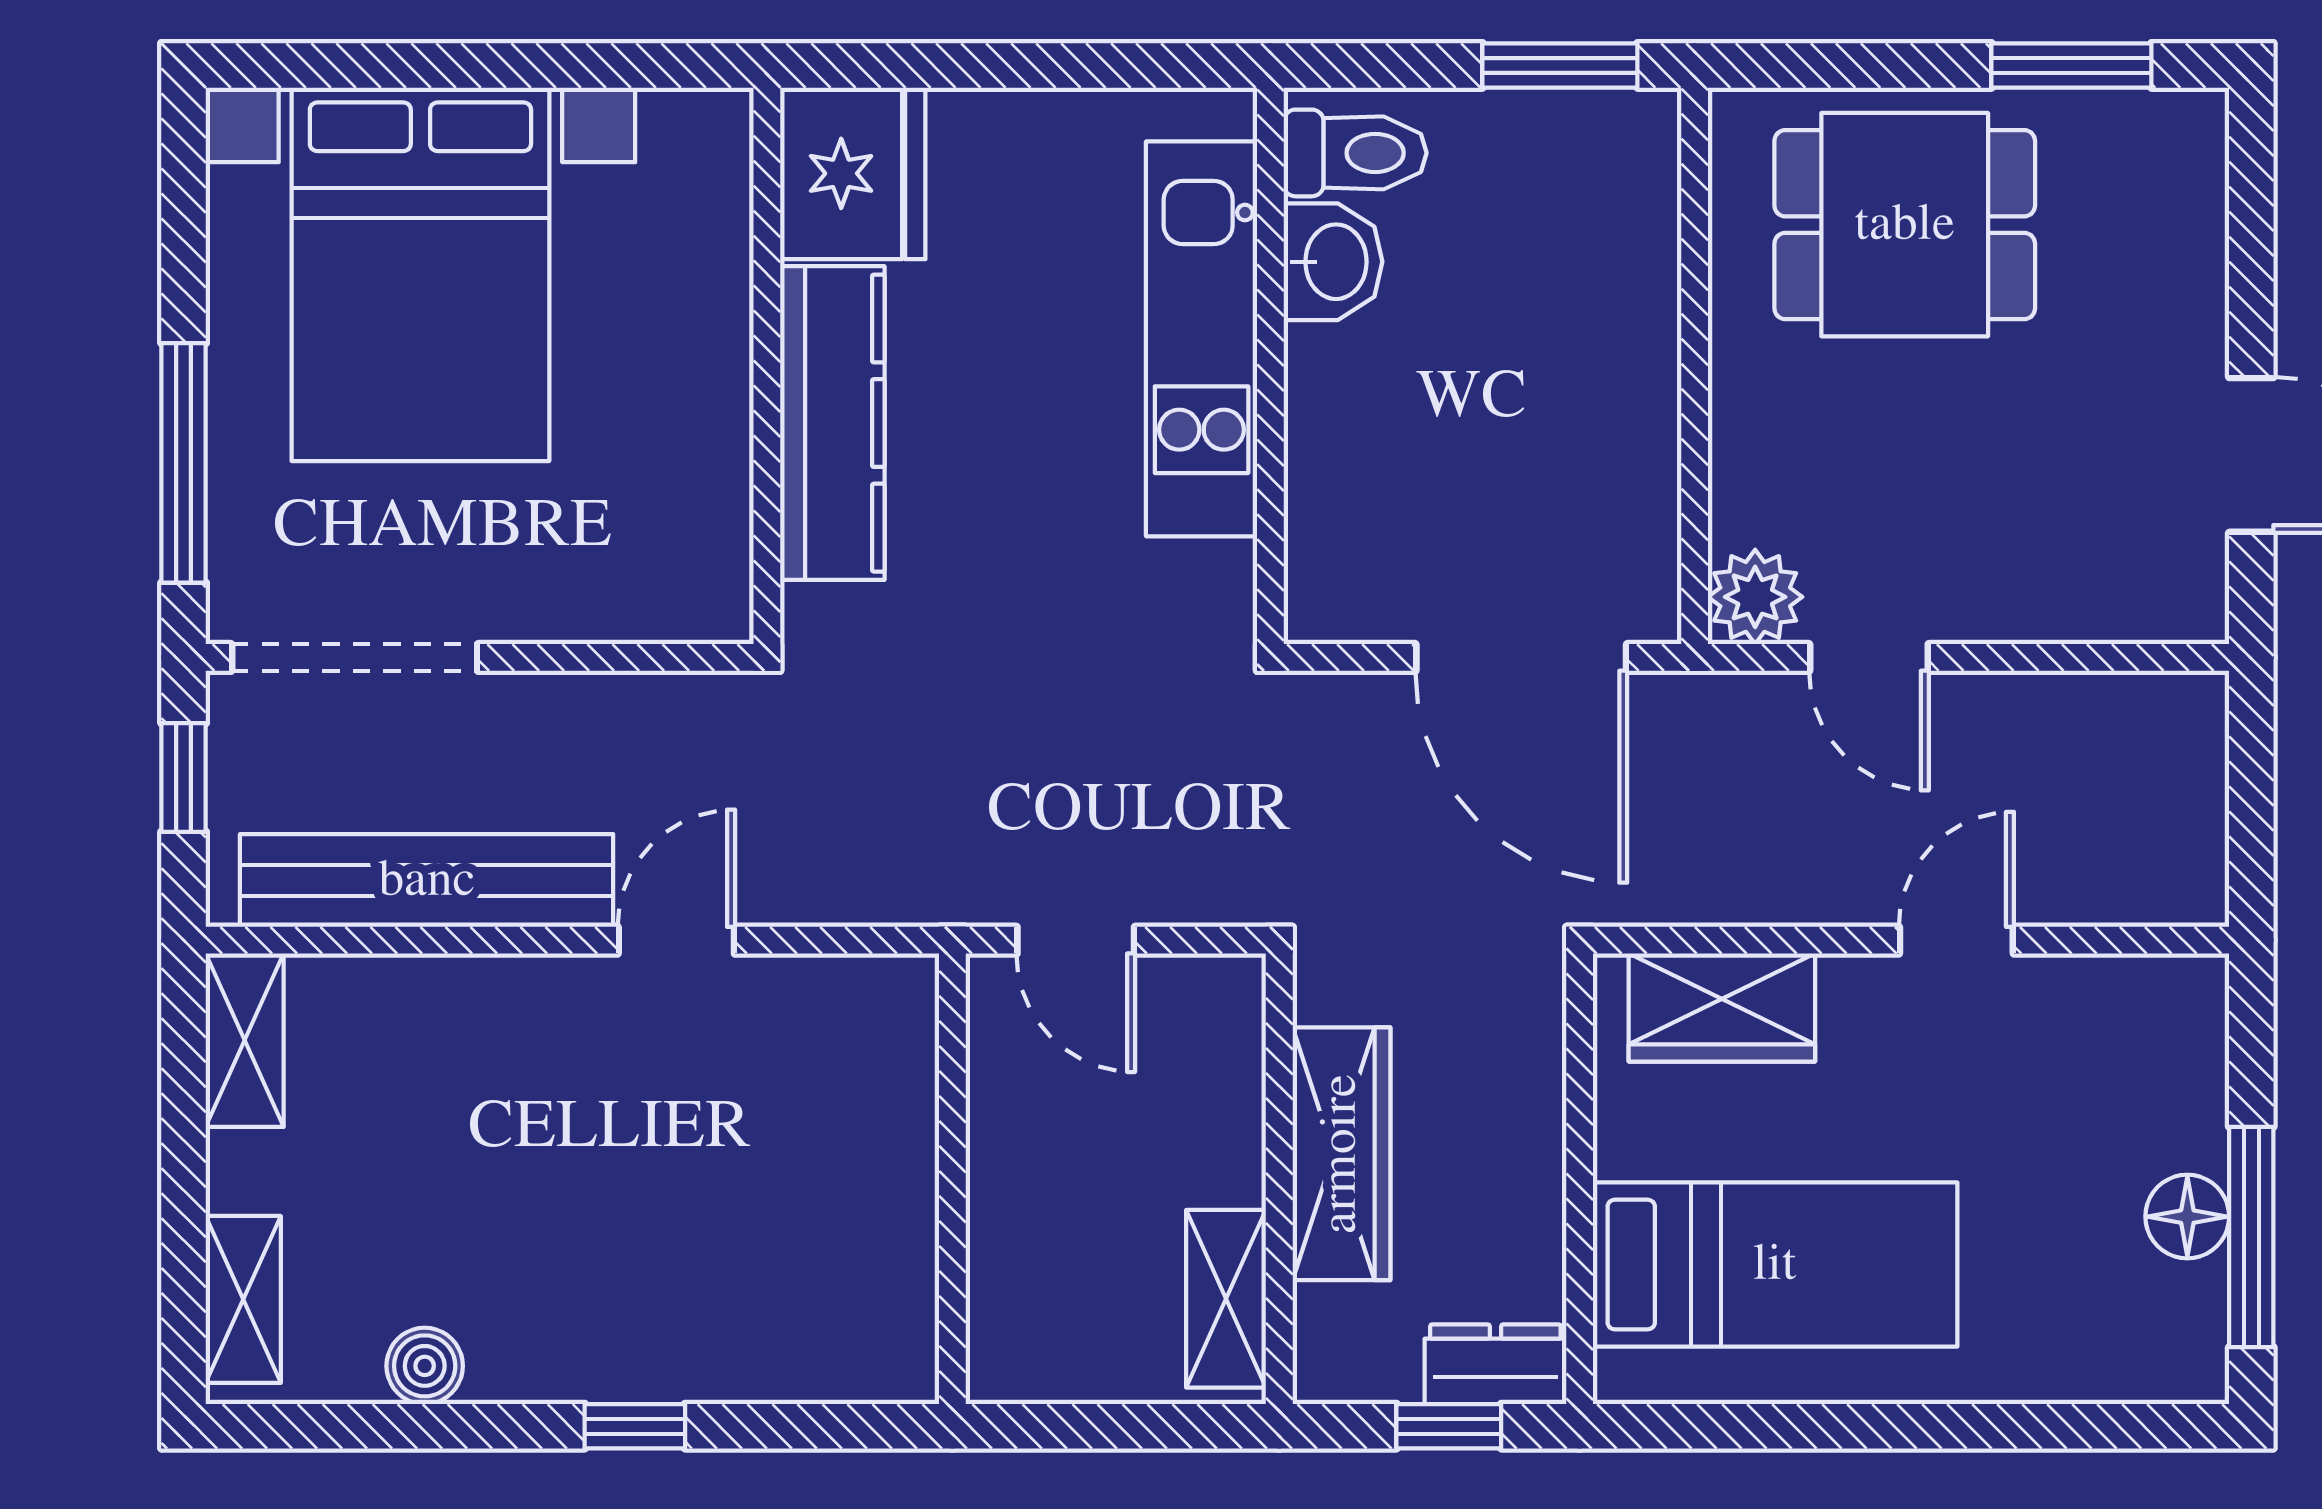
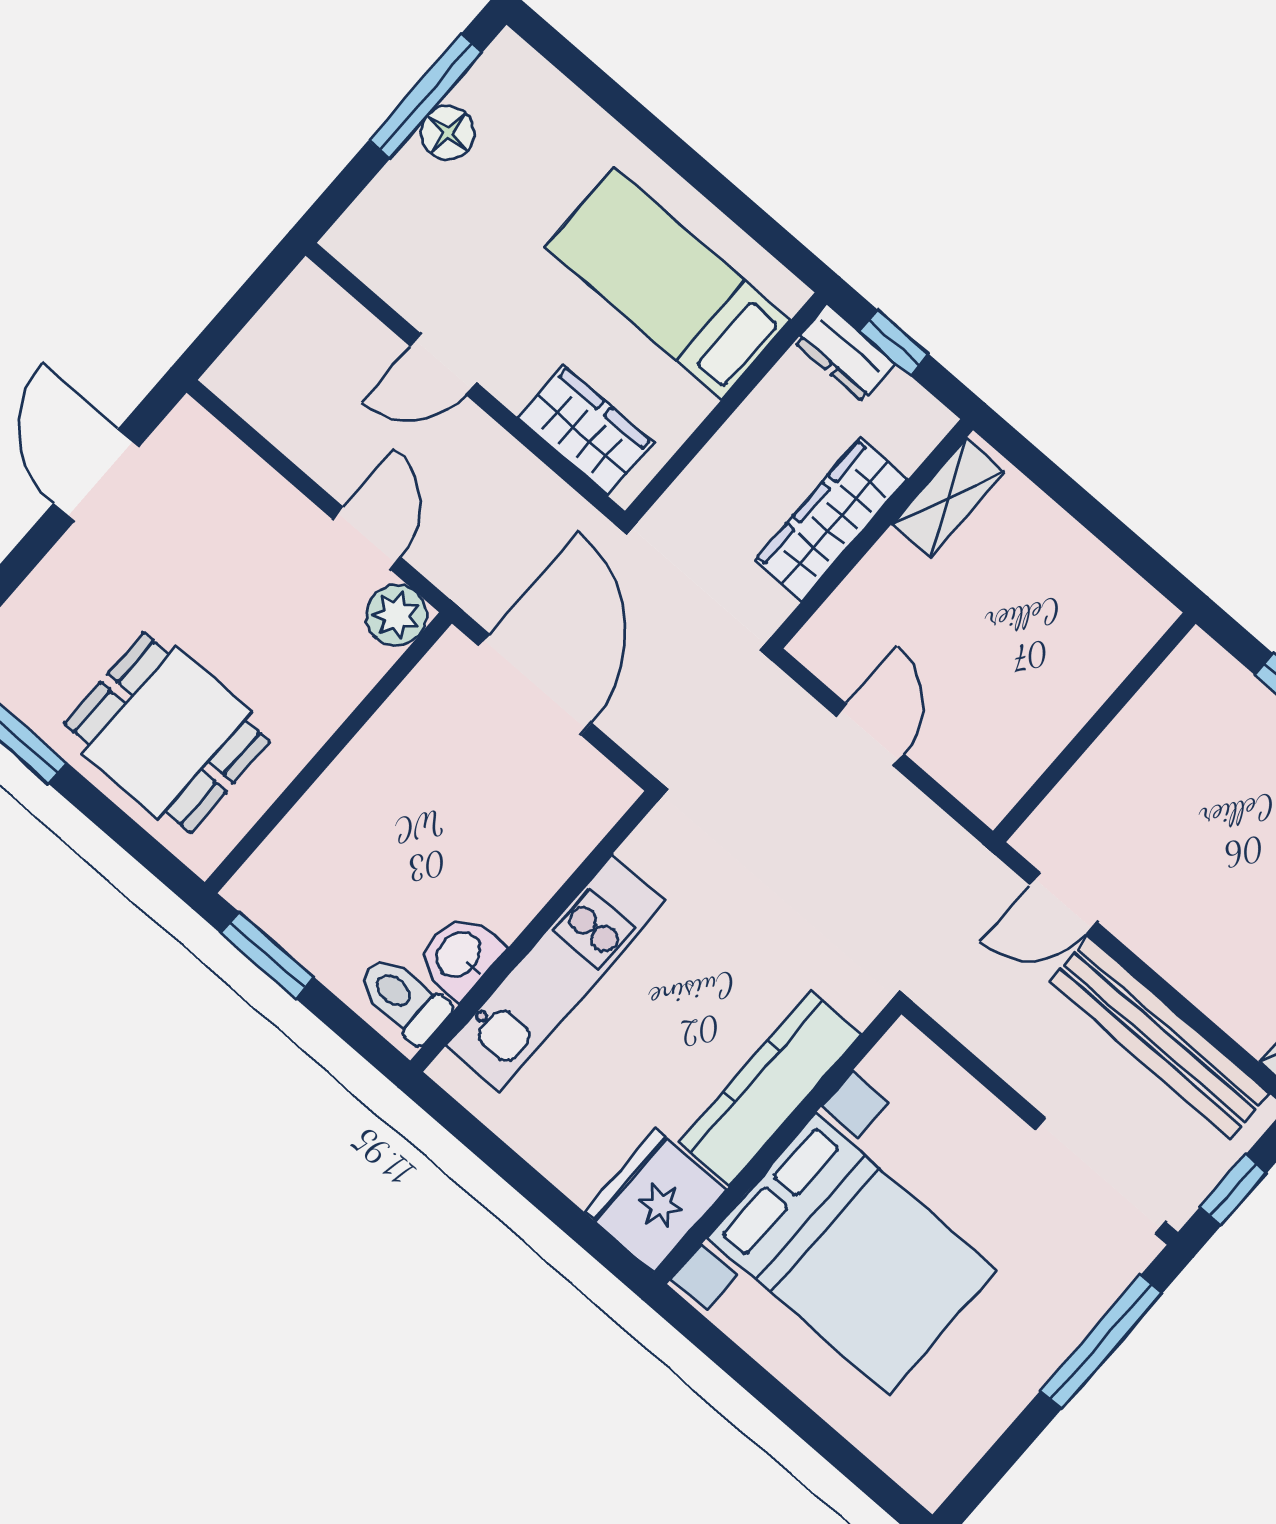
bed with nightstands: (420, 274) -> (852, 1254), moved, turned 90
wall: (952, 1179) -> (1094, 727), moved

